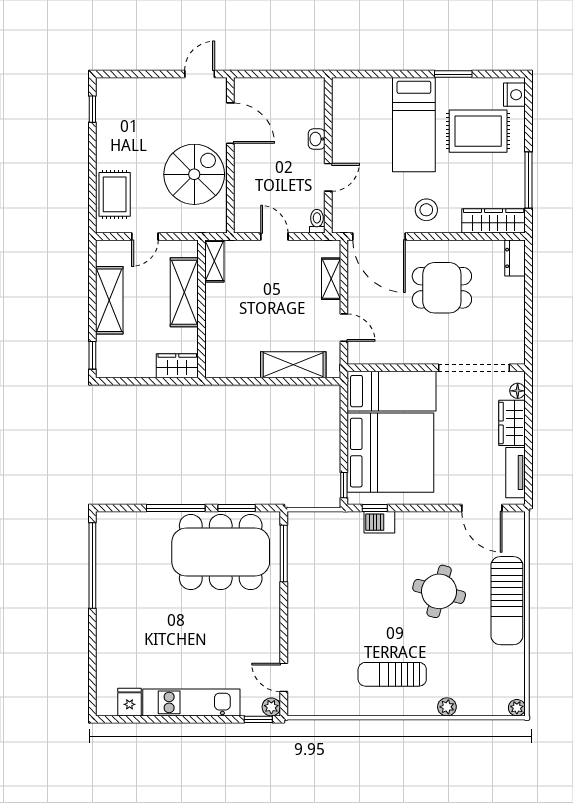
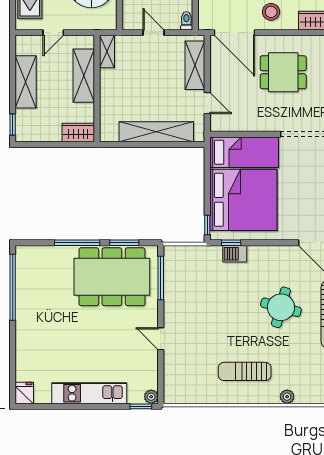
shelving: (331, 279) -> (195, 65), width x1.50, depth x1.33
shelving: (293, 365) -> (156, 132), width x1.47
door: (284, 677) -> (161, 339), moved
fridge: (130, 702) -> (24, 393), moved

